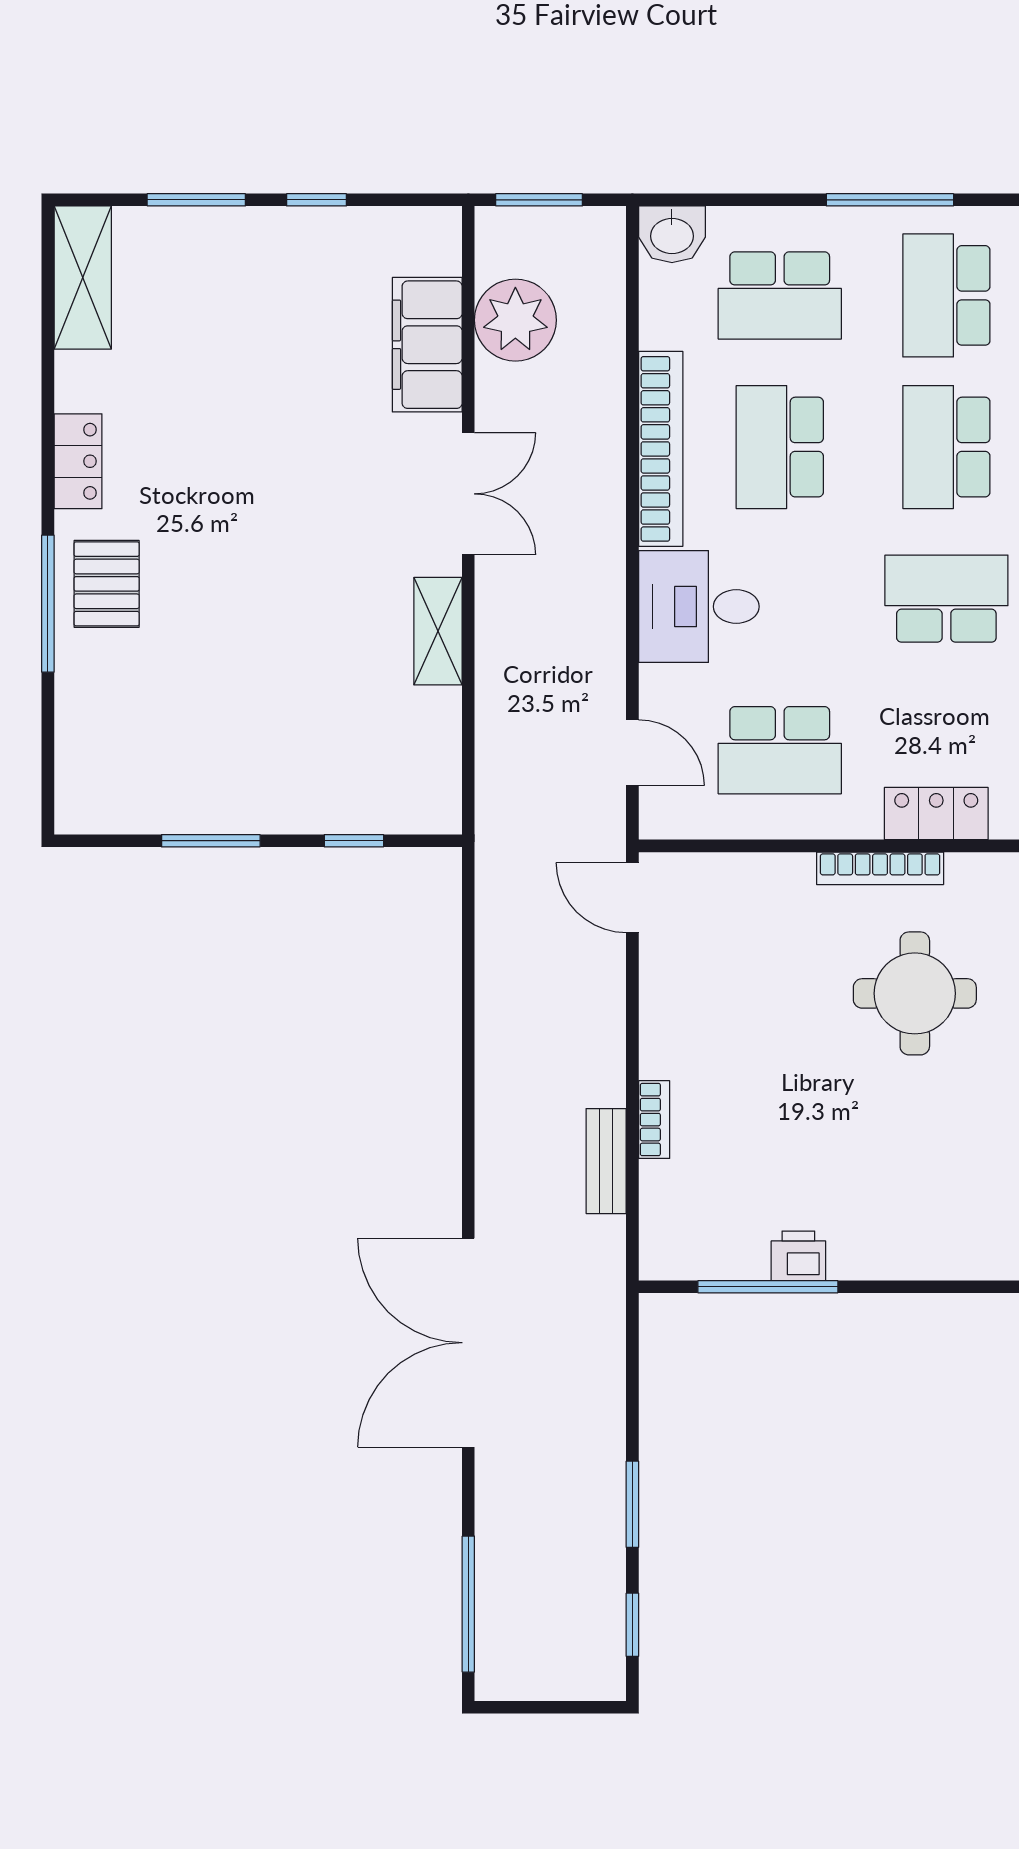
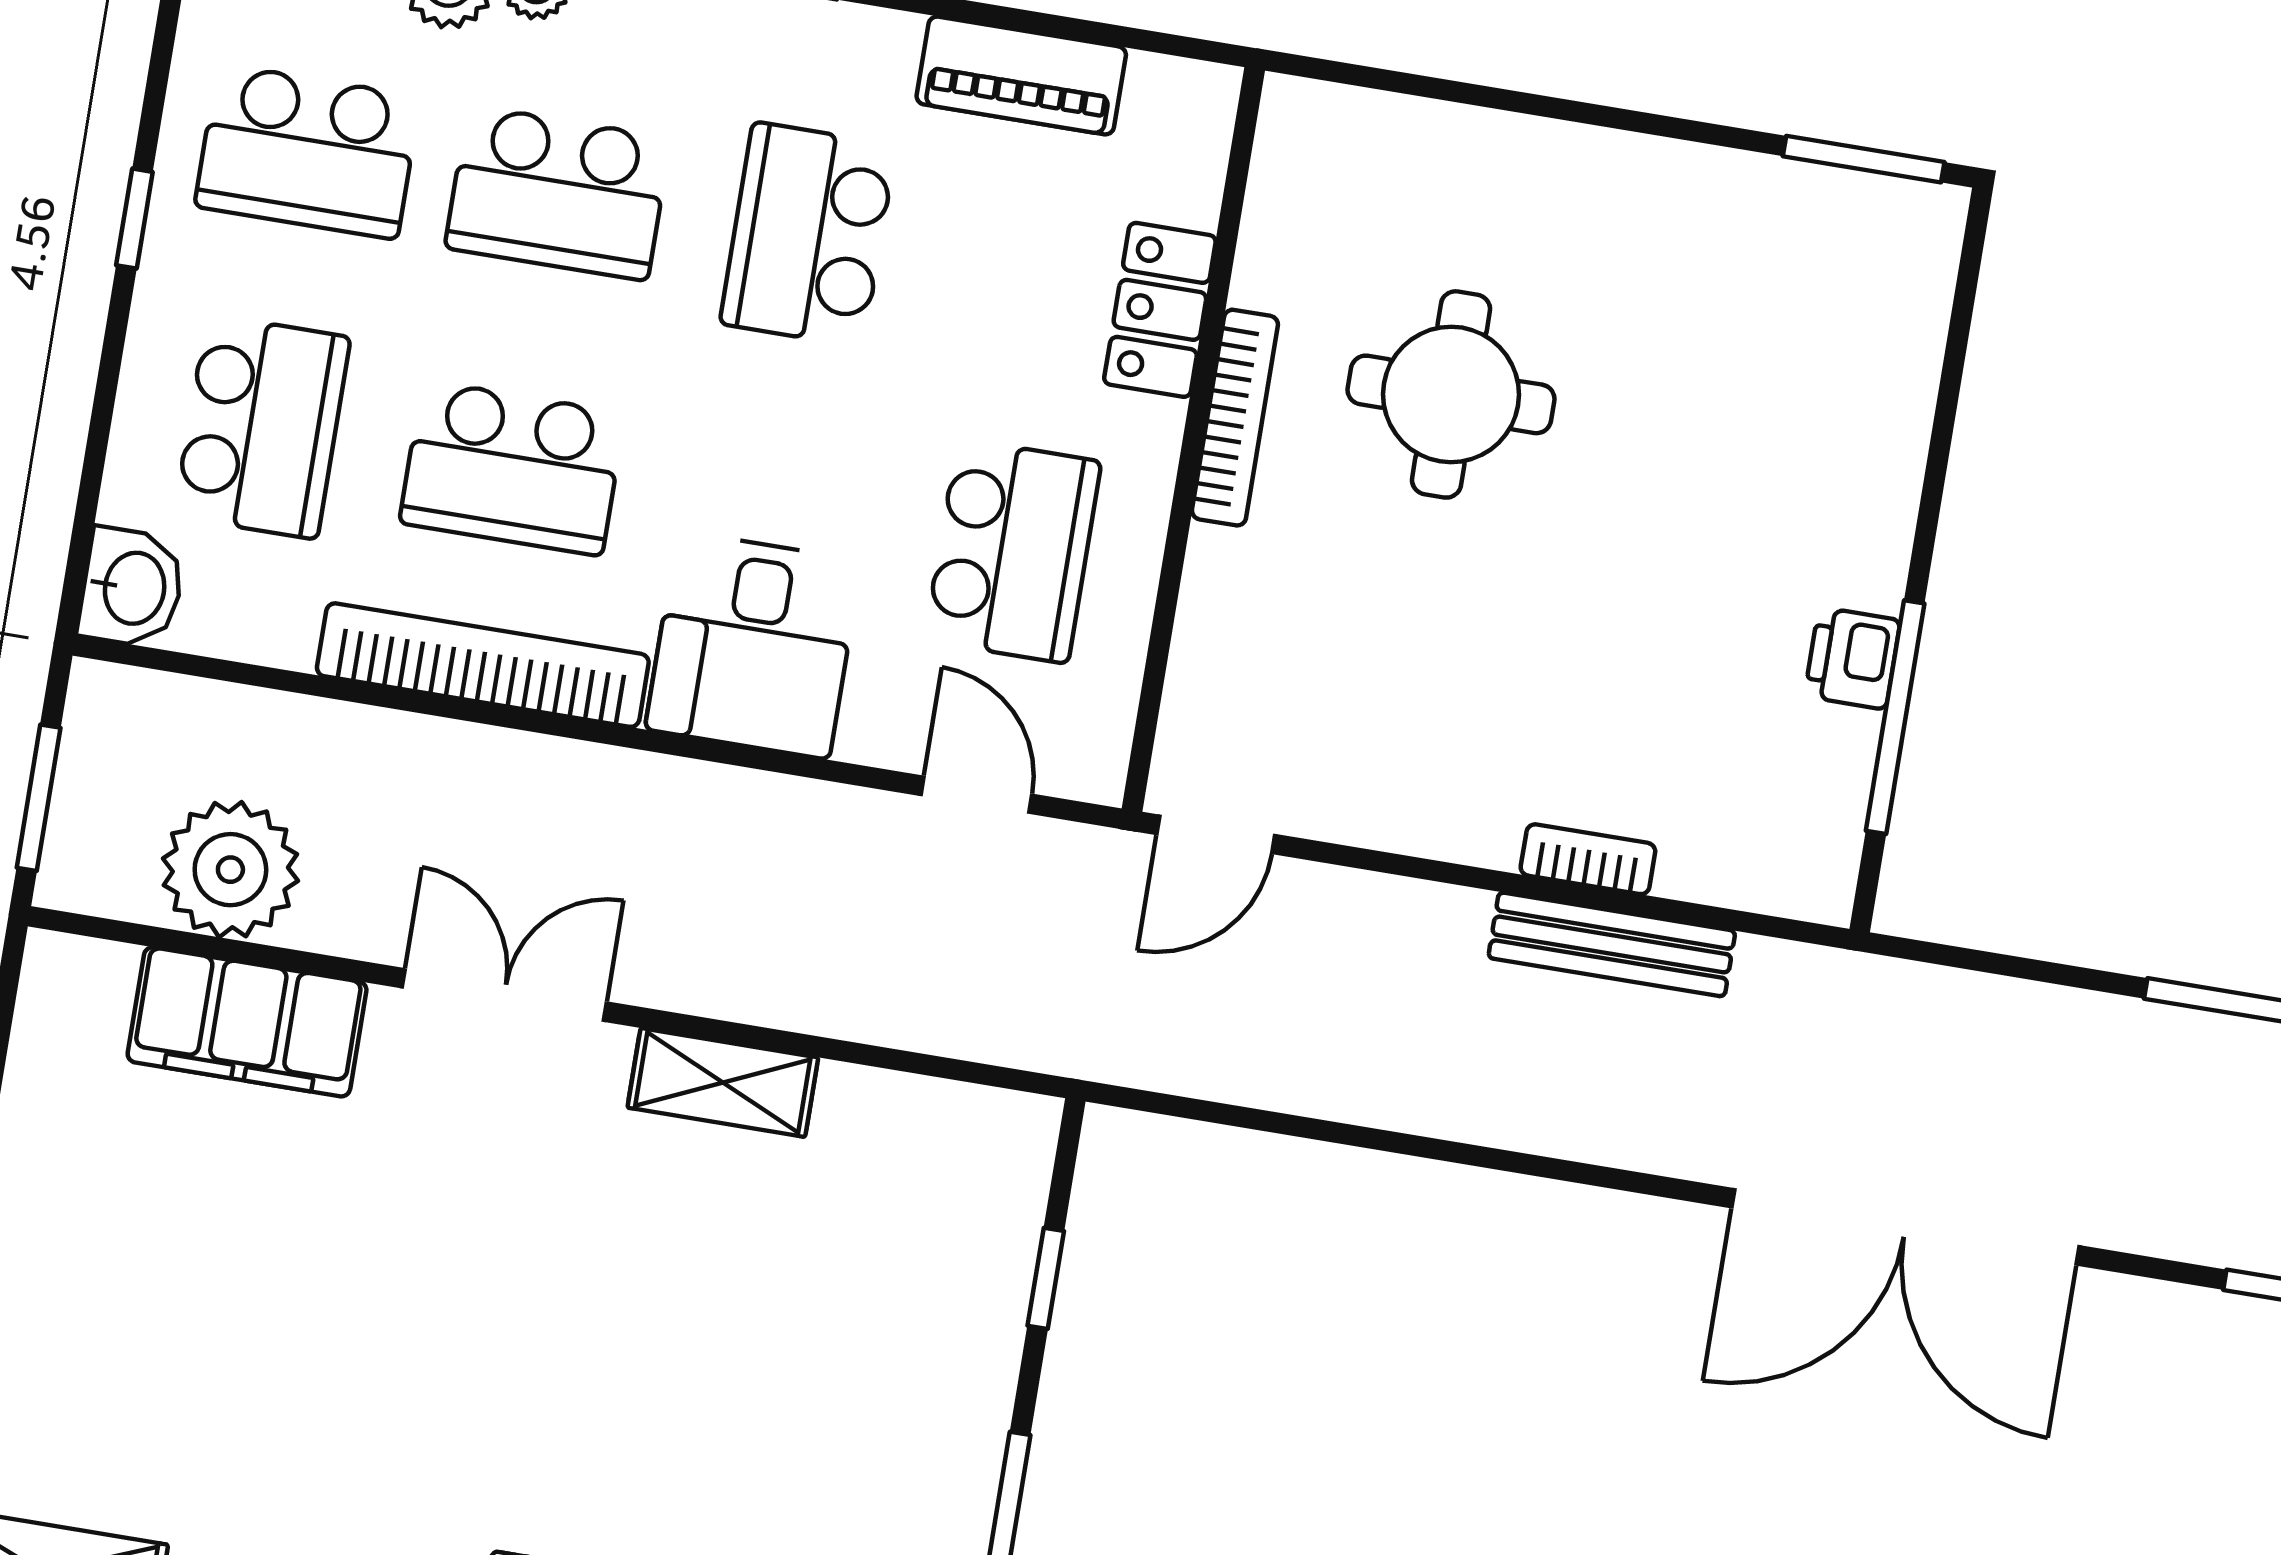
window: (890, 200) -> (134, 219), width x0.46
door: (632, 753) -> (977, 795), hinge flipped
bench: (606, 1161) -> (1612, 944), width x1.36

